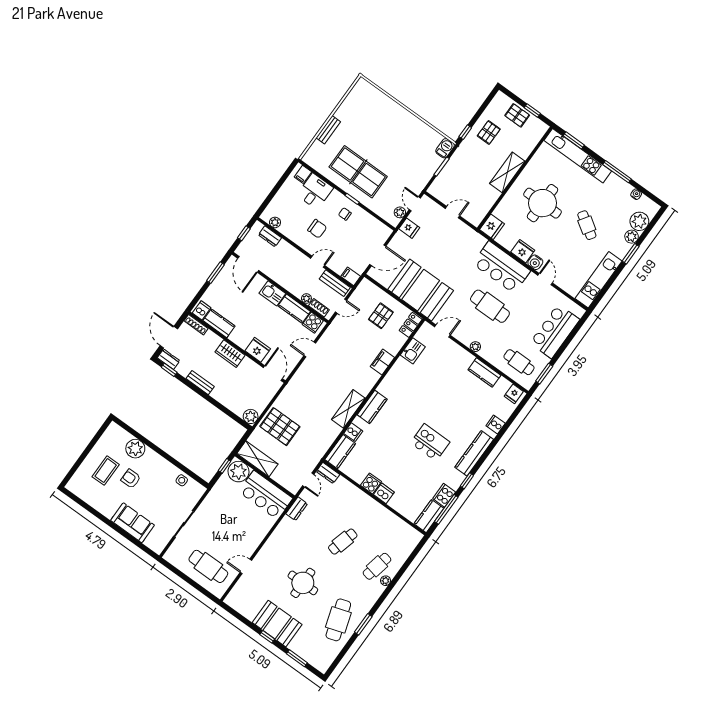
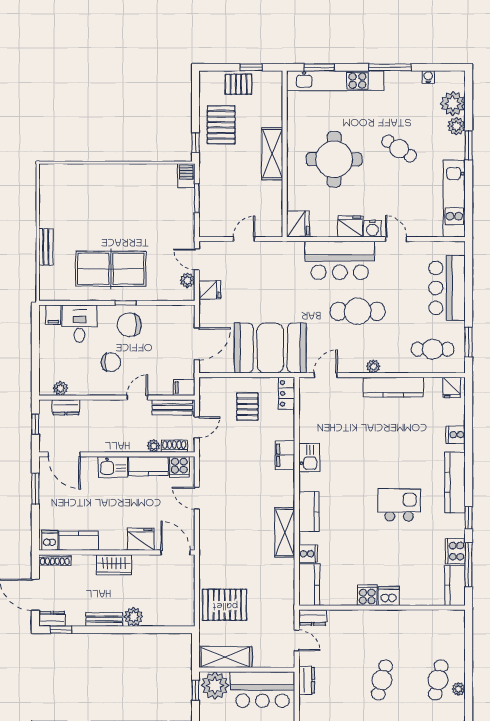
pallet: (489, 132) -> (221, 125), width x1.50, depth x1.42
chair: (345, 214) -> (129, 325), width x1.87, depth x1.87
door: (310, 349) -> (197, 498), hinge flipped
kitchen sink: (413, 351) -> (309, 458), moved
kitchen counter: (484, 372) -> (393, 387), width x1.50
plant: (251, 416) -> (133, 617), moved

